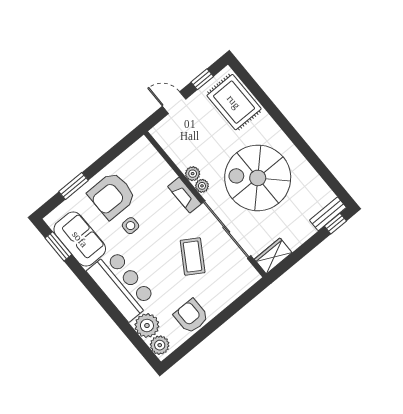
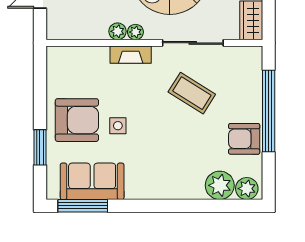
armchair: (112, 195) -> (77, 120), turned -90
sliding door: (226, 230) -> (193, 43), width x0.73
window: (58, 246) -> (83, 206), width x1.44
bar counter: (122, 285) -> (165, 178), removed
window: (223, 317) -> (269, 111), added

